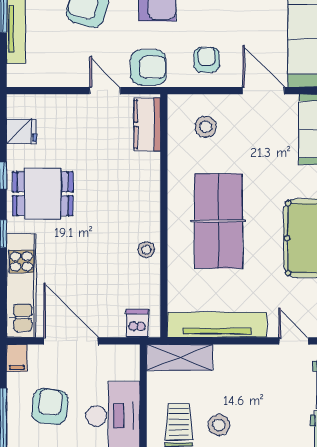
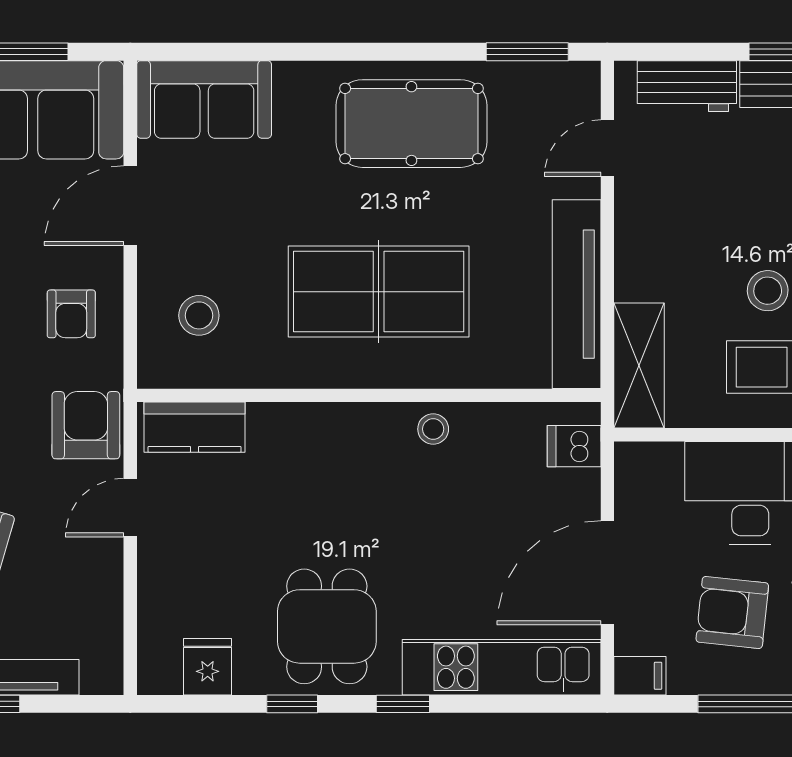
armchair: (207, 60) -> (71, 314), turned -90

